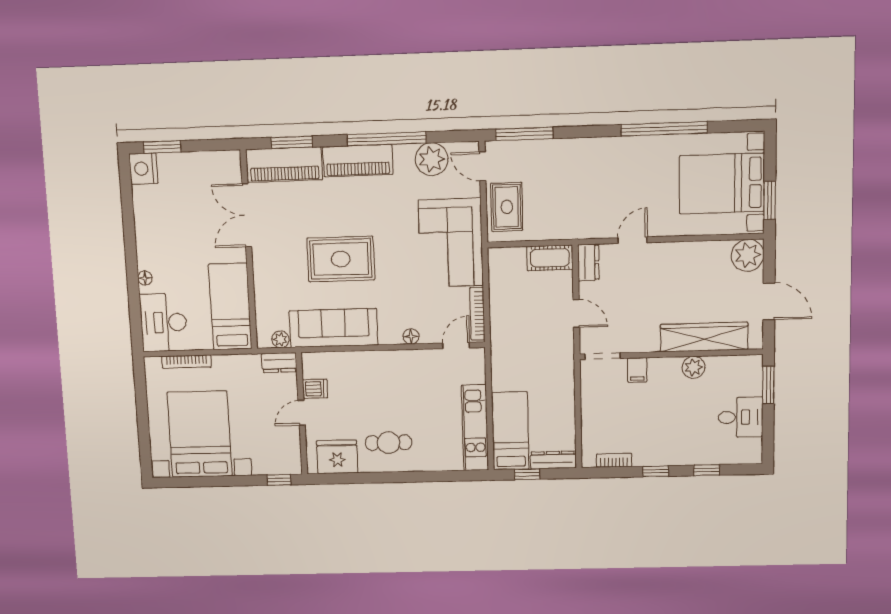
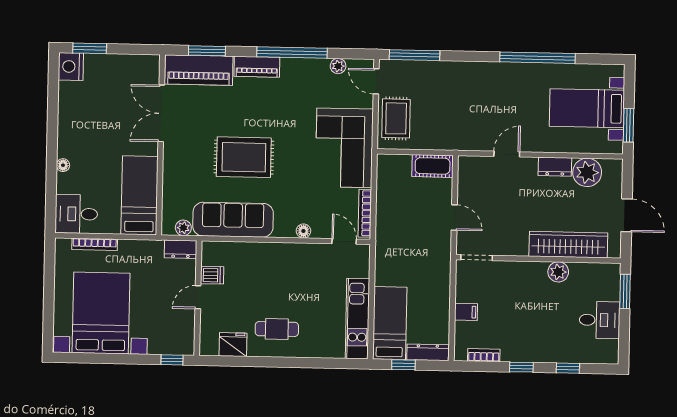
plant: (432, 159) -> (338, 66), width x0.53, depth x0.53
piano: (358, 161) -> (257, 67), width x0.73, depth x0.75
bed with nightstands: (722, 184) -> (587, 108), width x0.73
plant: (748, 255) -> (587, 172), moved
dresser: (588, 263) -> (555, 167), moved, turned 90
desk: (164, 322) -> (76, 214), width x0.73
door: (456, 345) -> (344, 241), hinge flipped
filing cabinet: (637, 370) -> (466, 312), moved, turned -90
fridge: (337, 457) -> (233, 345), width x0.73, depth x0.75

